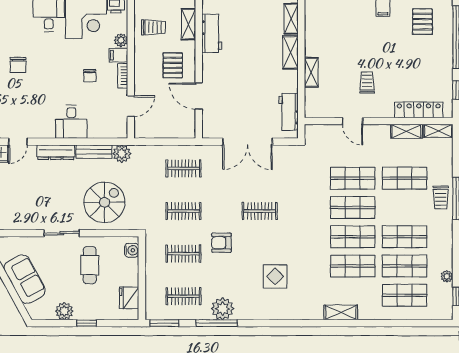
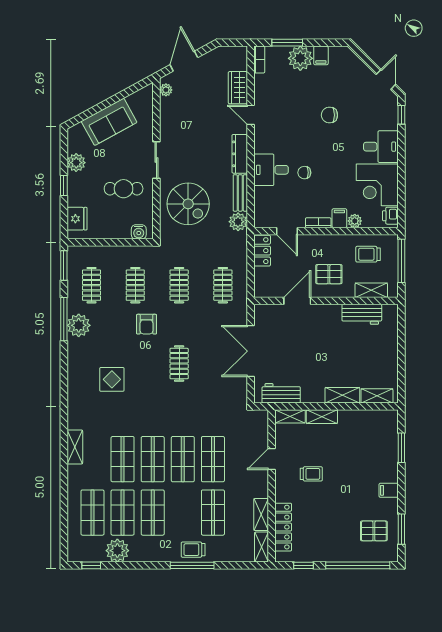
trolley: (153, 27) -> (368, 254), turned 90
chair: (90, 76) -> (304, 173), moved
shelving: (311, 103) -> (290, 416), added
locker: (150, 130) -> (262, 251), added
armchair: (221, 243) -> (147, 324), turned 180
plant: (447, 276) -> (117, 551), width x1.88, depth x1.88
fridge: (129, 298) -> (77, 219), moved, turned 90

